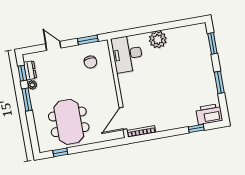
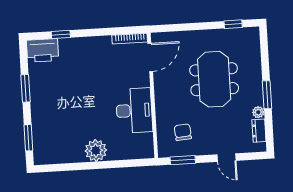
desk: (127, 54) -> (134, 110), moved
window: (22, 73) -> (269, 128), removed
meeting table: (69, 122) -> (214, 79), moved

